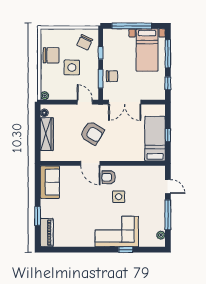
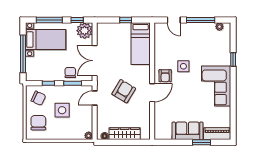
chair: (51, 55) -> (38, 123), moved
plant: (157, 91) -> (85, 31), added
double door: (125, 102) -> (95, 61), swing flipped
bed: (155, 139) -> (141, 44), moved, turned -90
sofa: (50, 182) -> (188, 131), moved
door: (168, 186) -> (174, 20), swing flipped
corner sofa: (117, 231) -> (216, 86), moved

